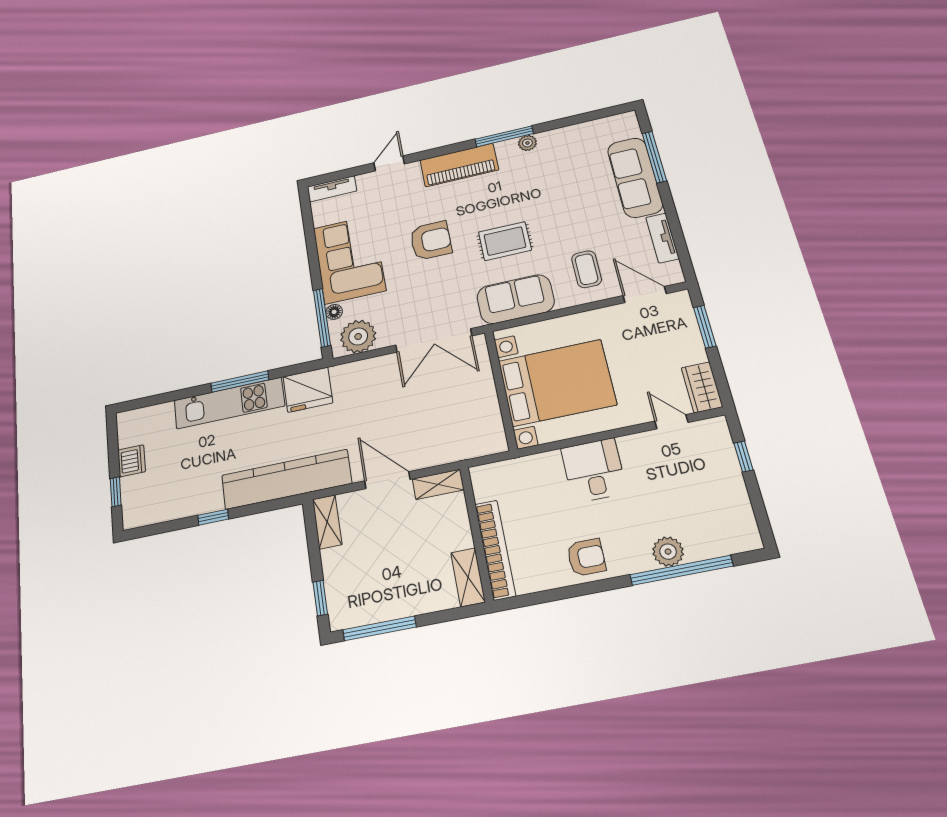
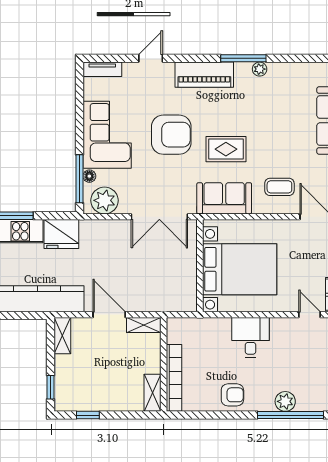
armchair: (431, 241) -> (171, 135), width x1.36, depth x1.36
coffee table: (587, 269) -> (279, 187), turned 90
window: (379, 628) -> (88, 415), width x0.46

